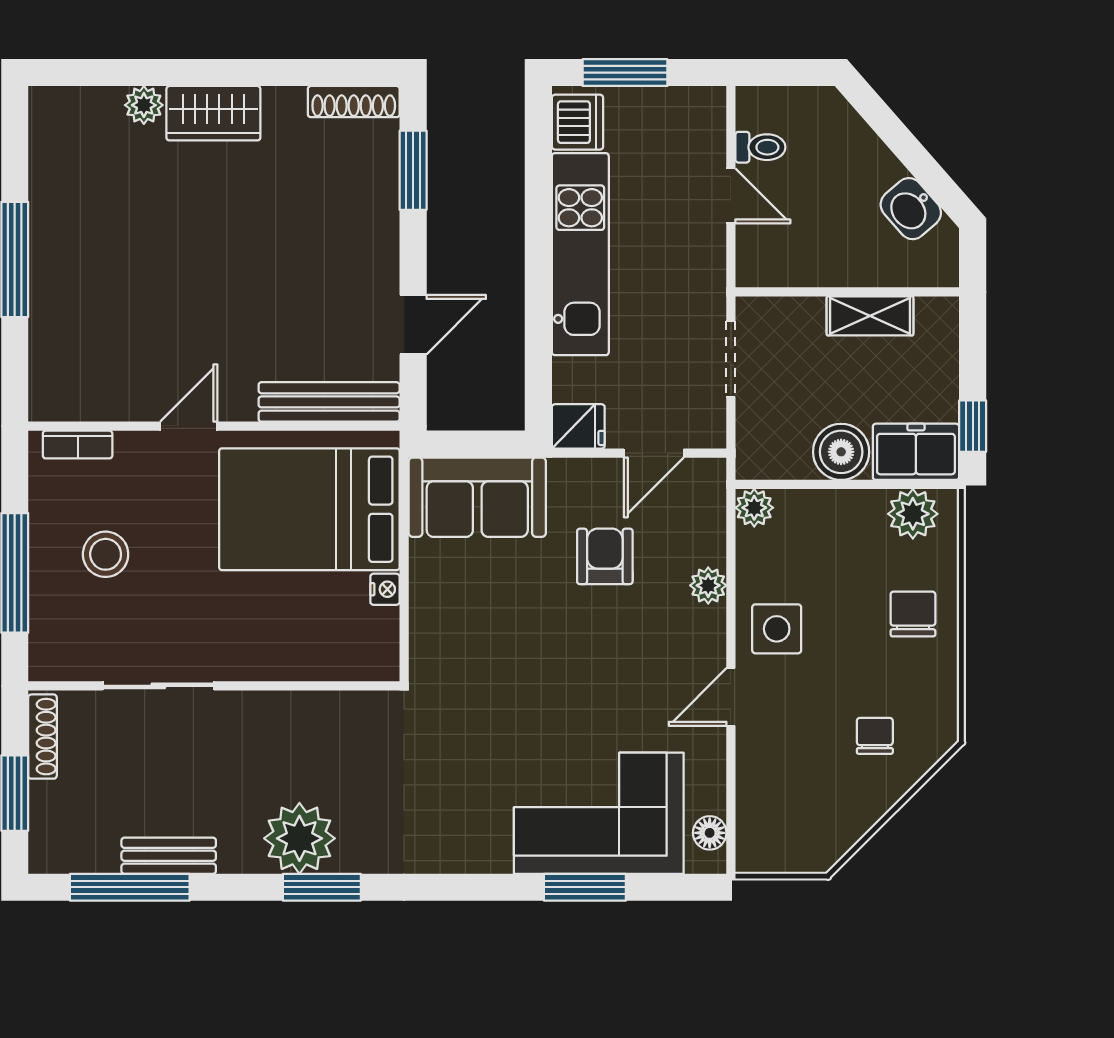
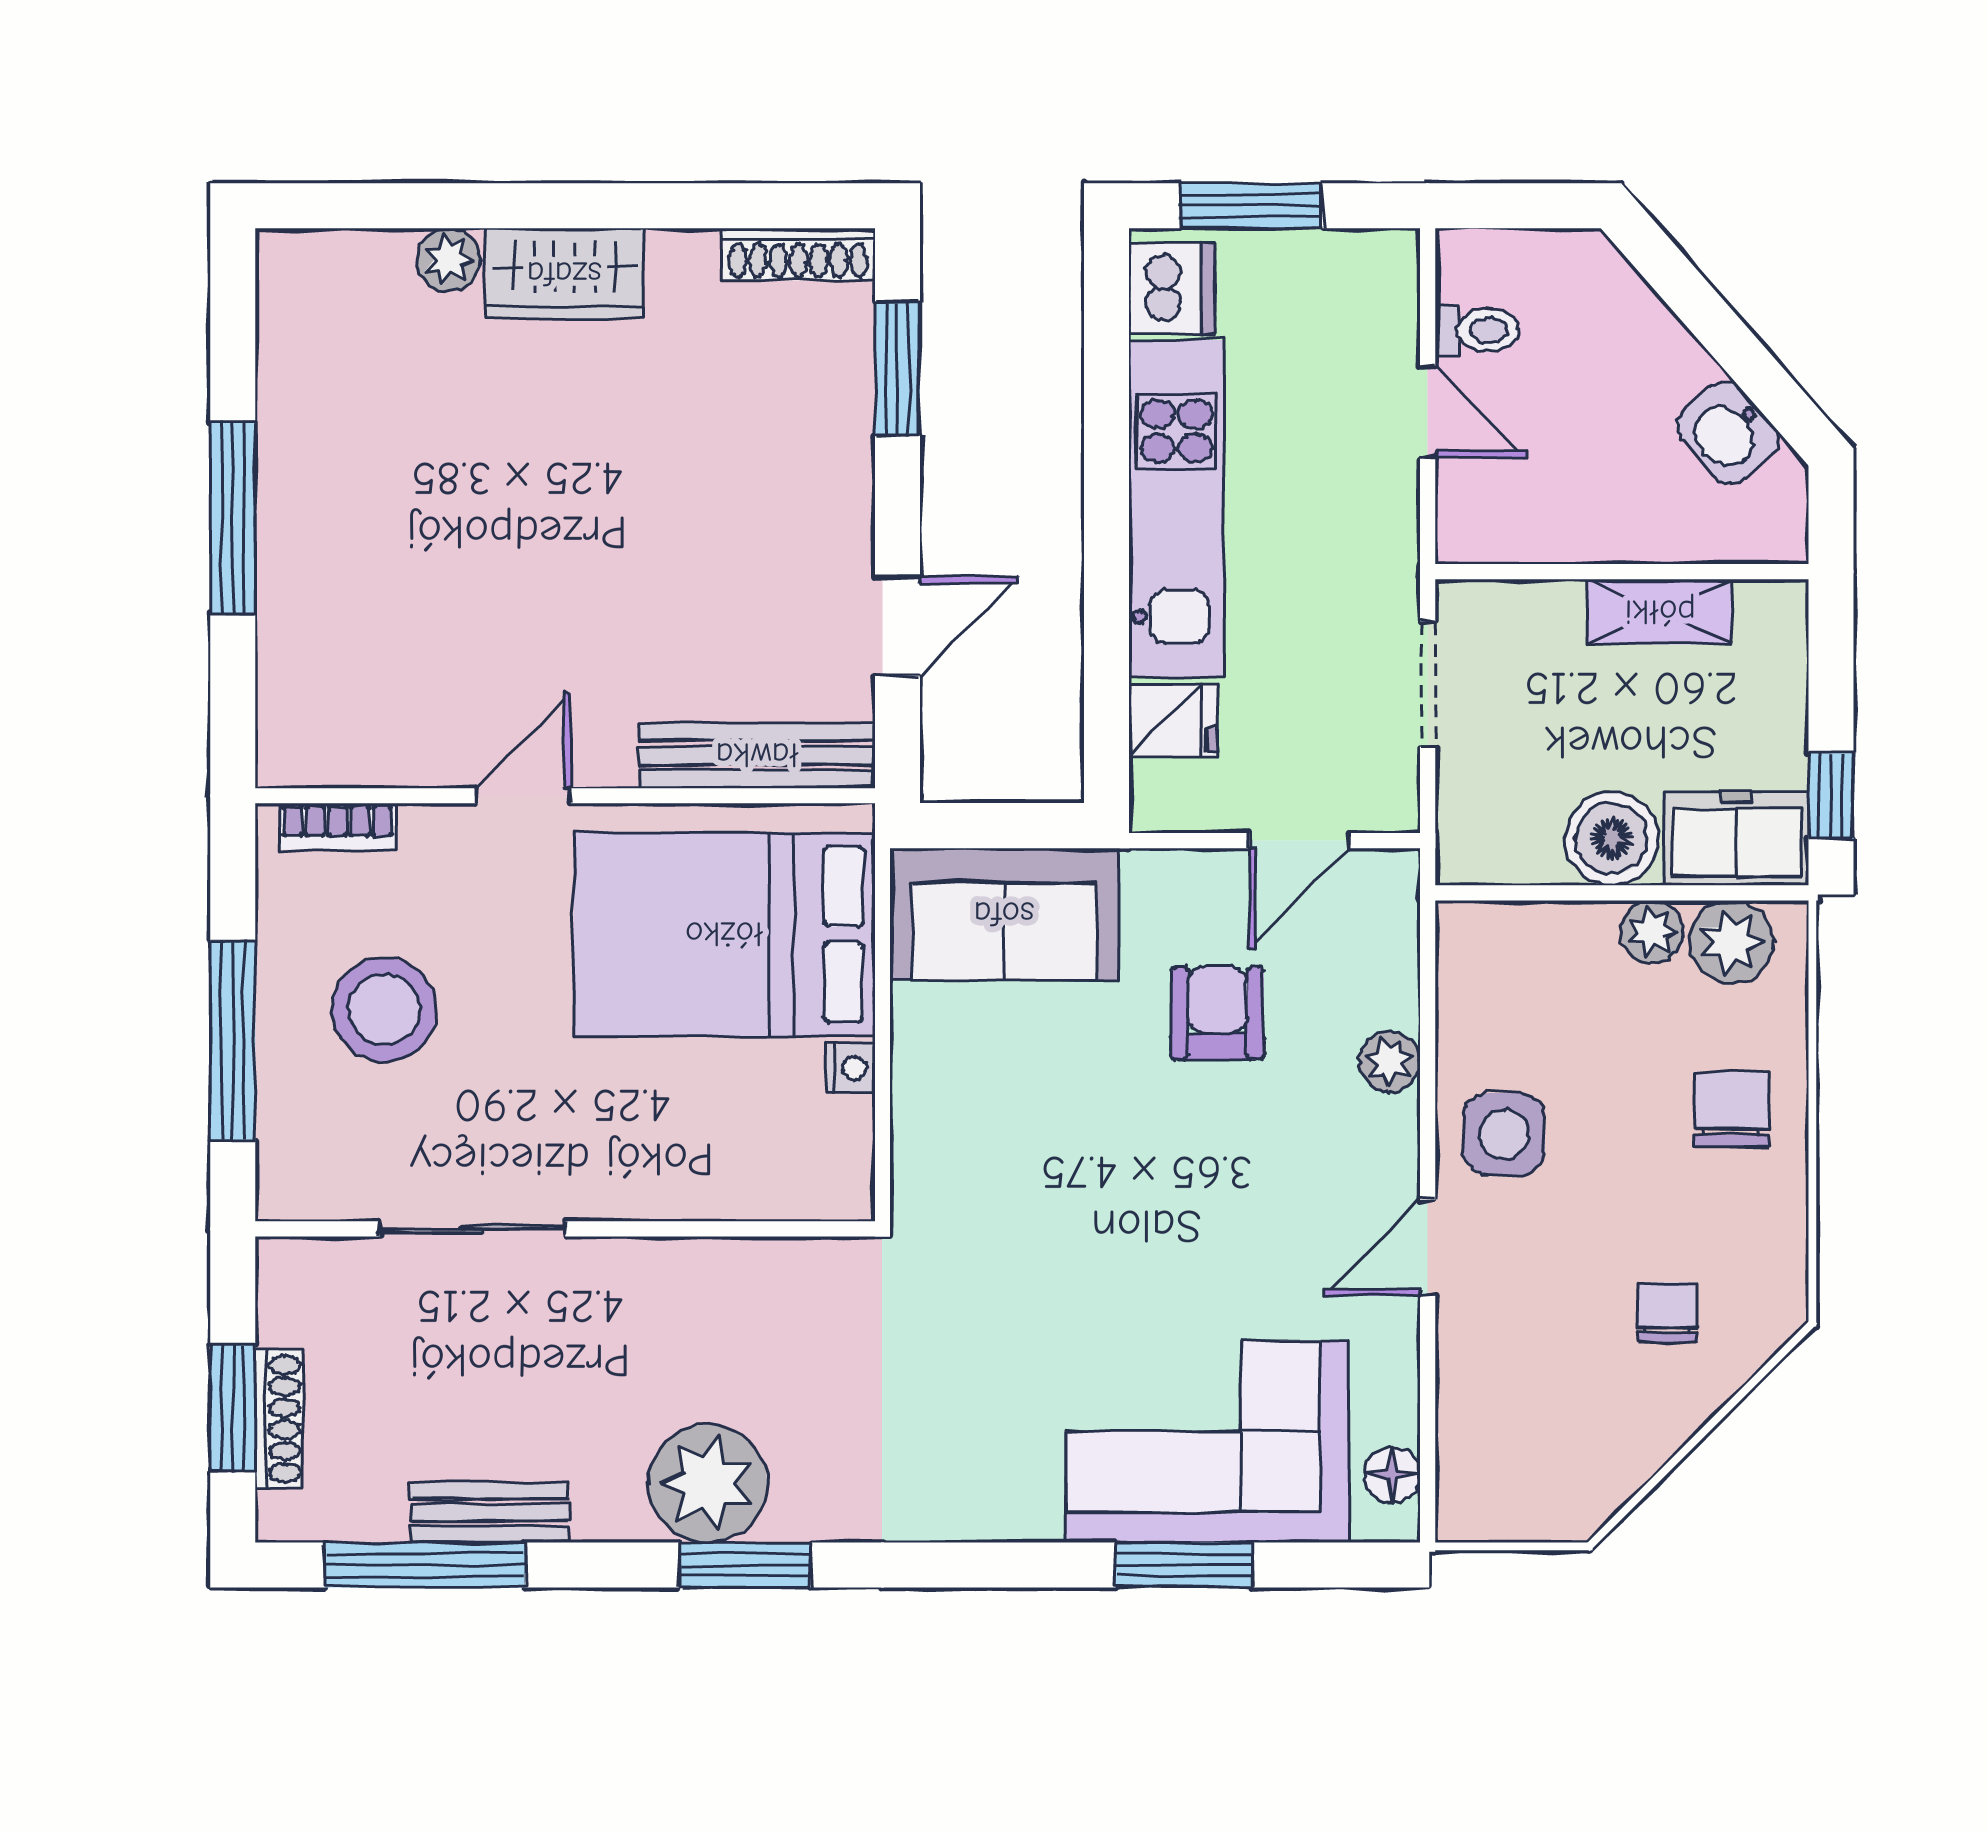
fridge: (578, 426) -> (1173, 720), moved
plant: (754, 508) -> (1652, 932), moved
stool: (106, 554) -> (384, 1010), width x1.38, depth x1.38
shoe rack: (42, 737) -> (279, 1419), moved

